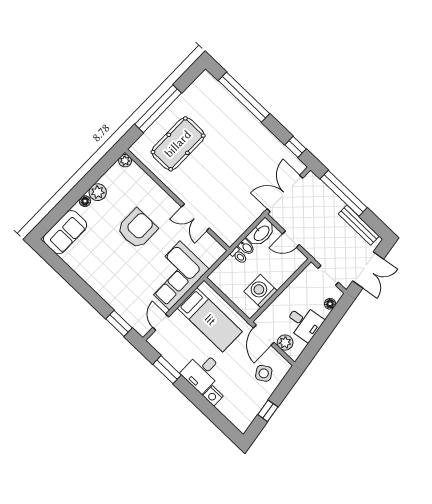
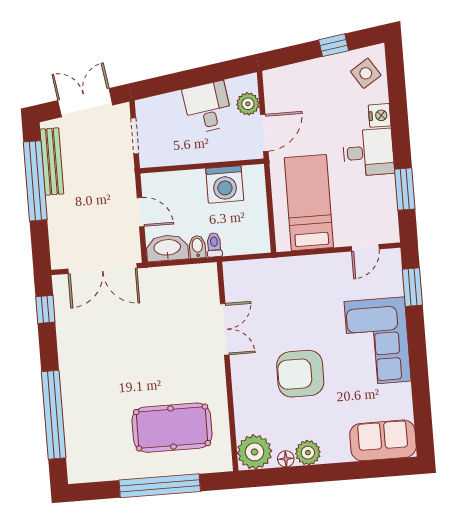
plant: (125, 161) -> (255, 452), width x1.87, depth x1.87
window: (344, 193) -> (35, 181), moved
floor lamp: (85, 201) -> (286, 459), moved
corner sofa: (175, 275) -> (378, 341), moved, turned 90
floor lamp: (330, 304) -> (160, 103), removed
side table: (264, 373) -> (366, 73), moved

